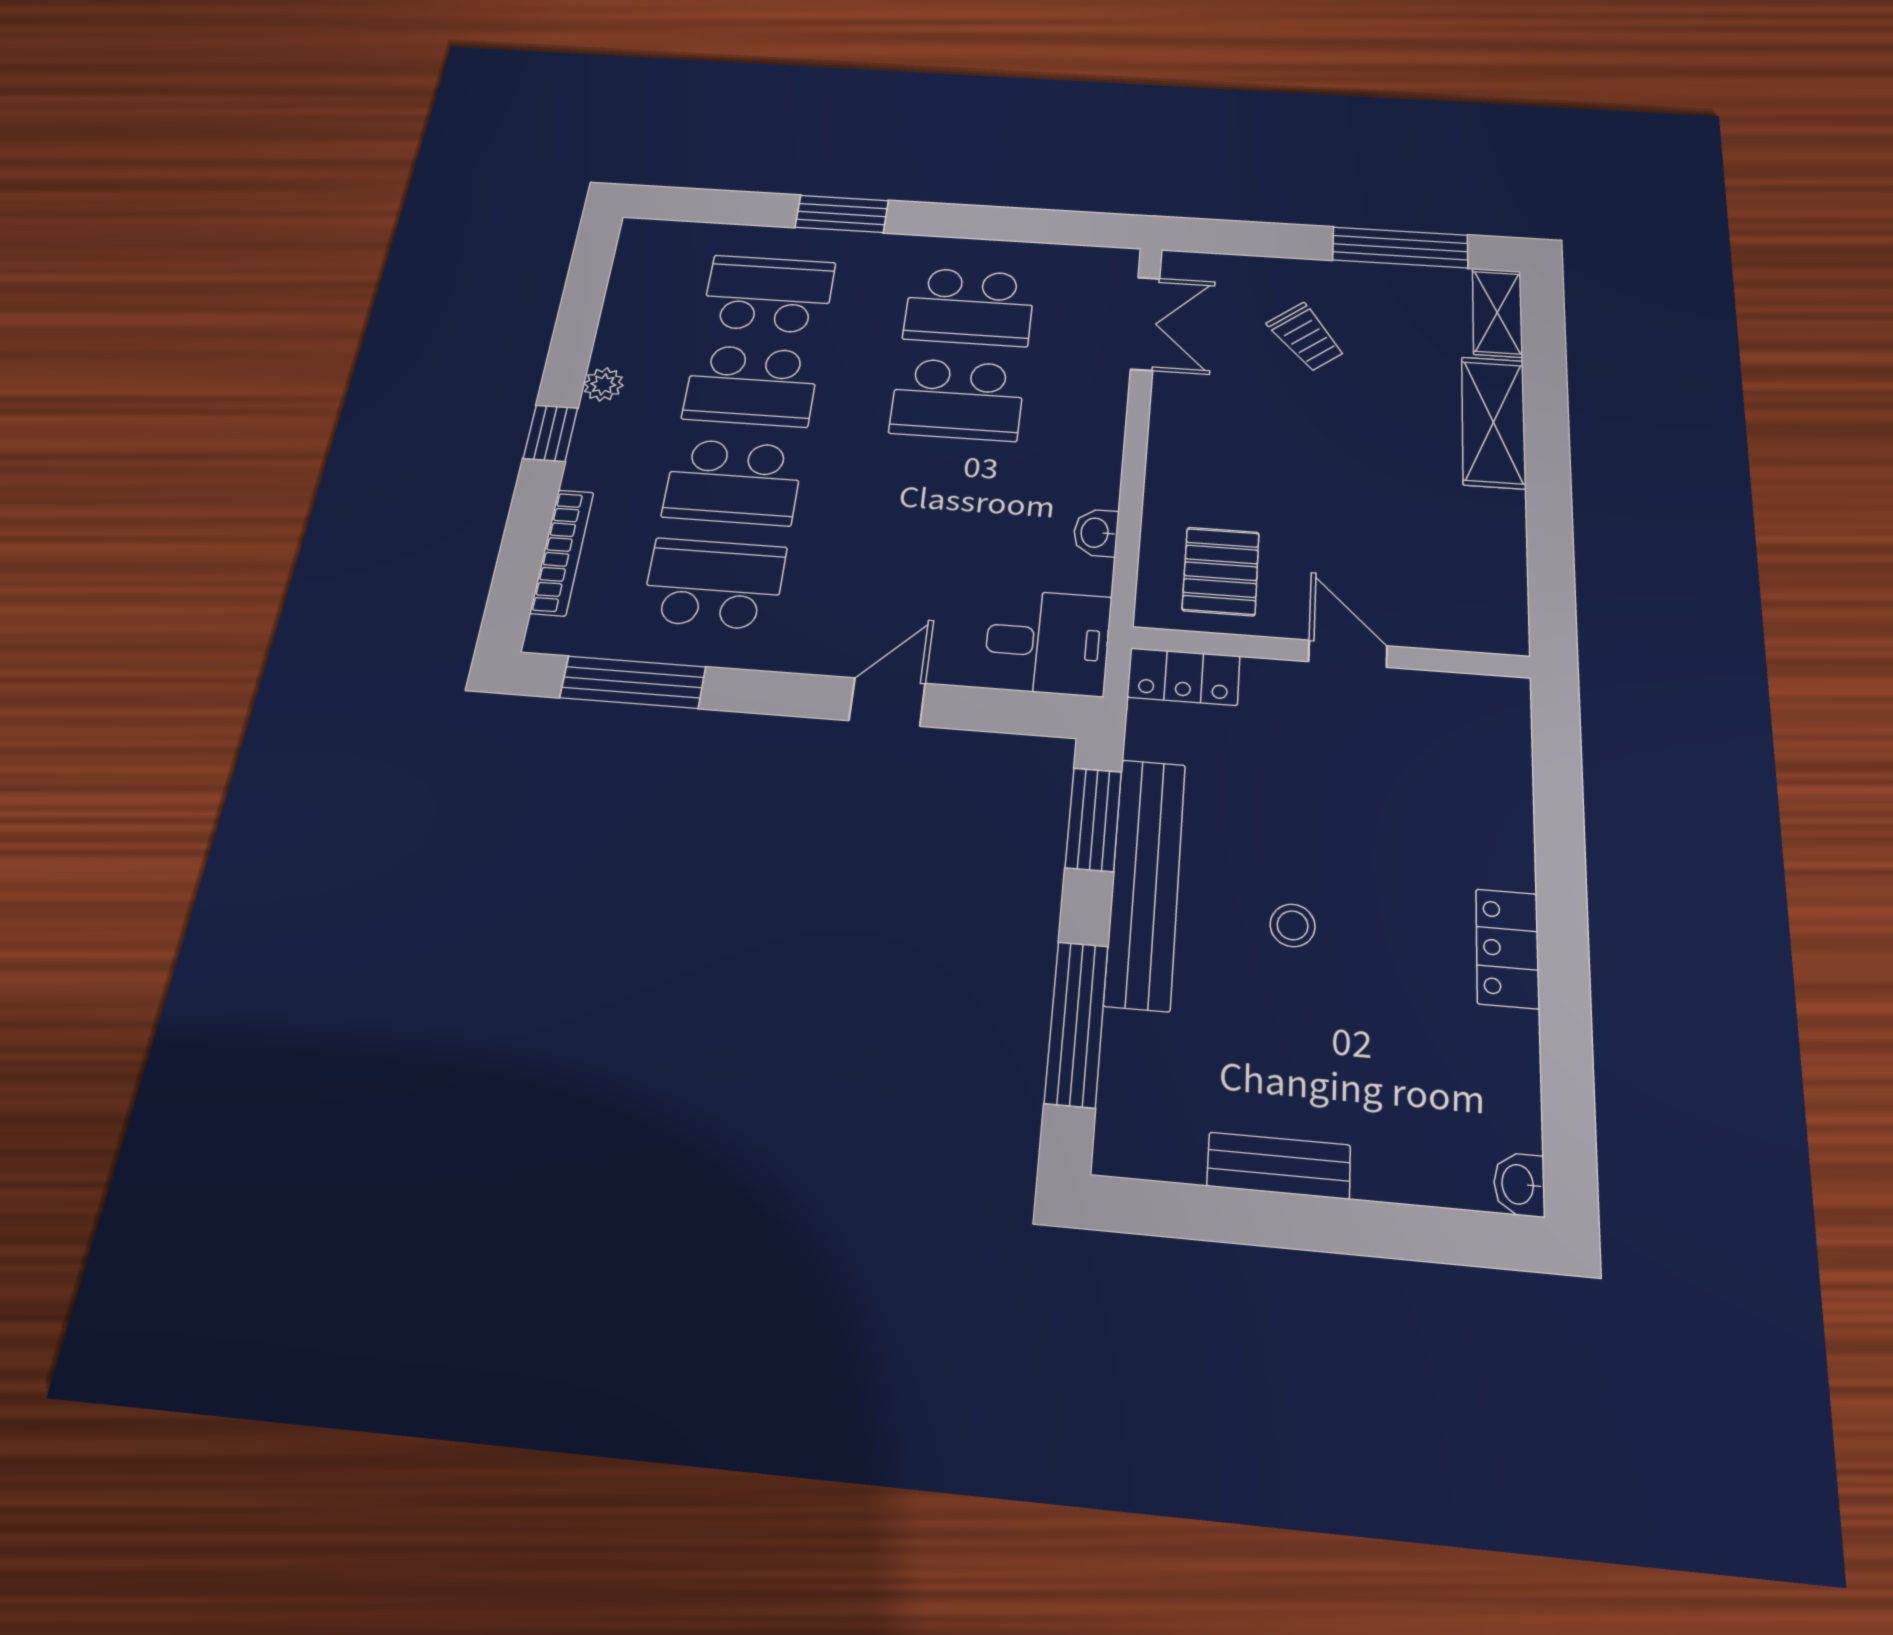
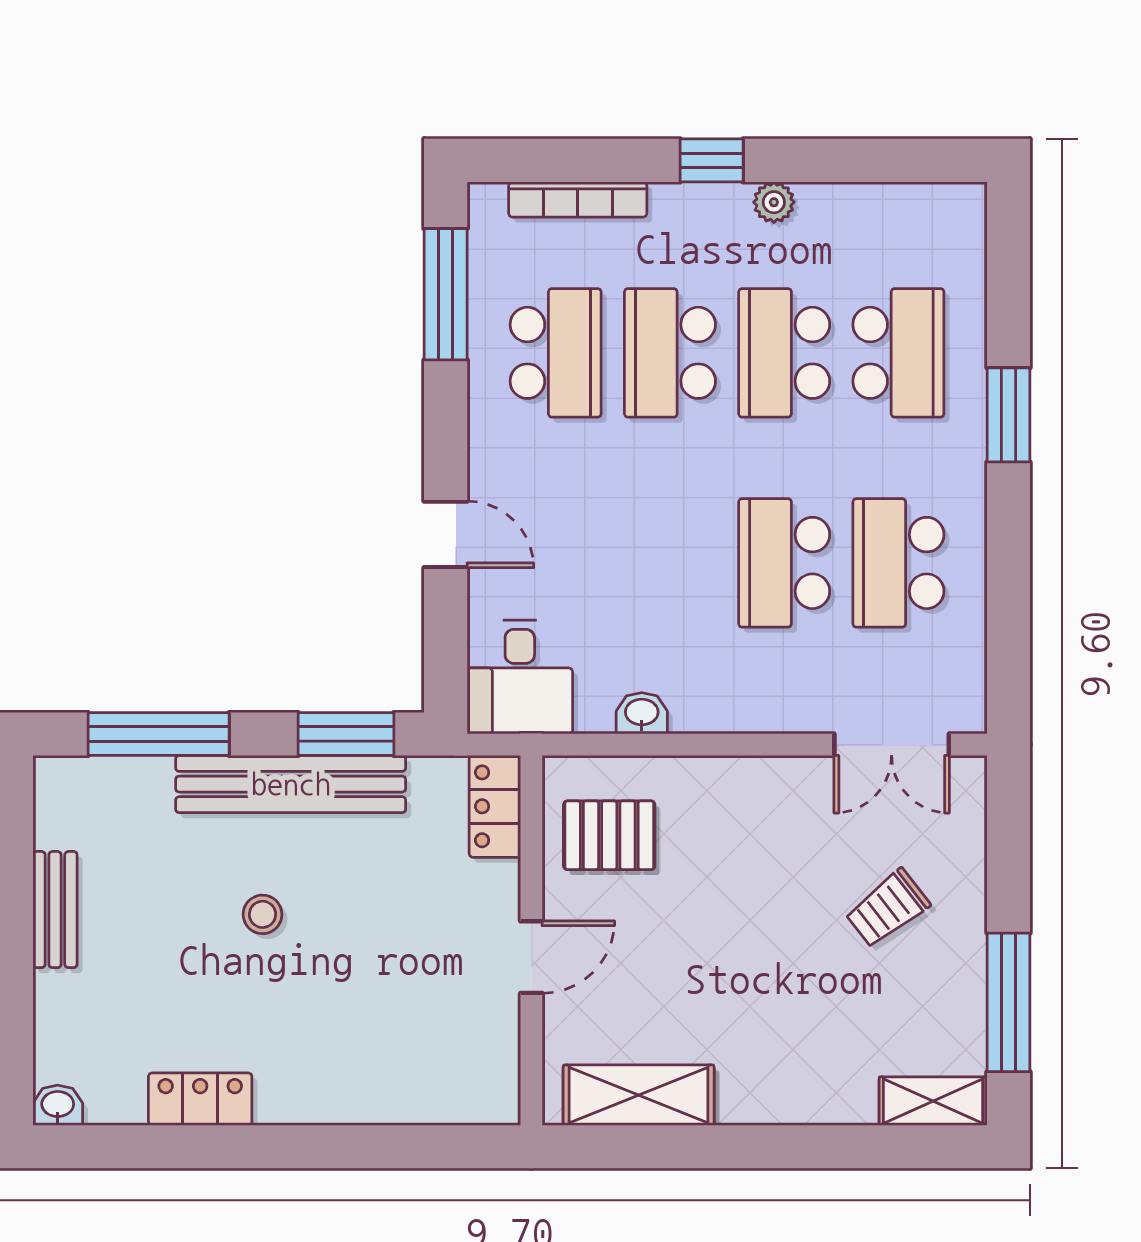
shelving: (1493, 422) -> (639, 1095), moved
locker: (1507, 948) -> (200, 1099), moved

